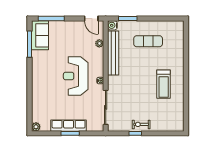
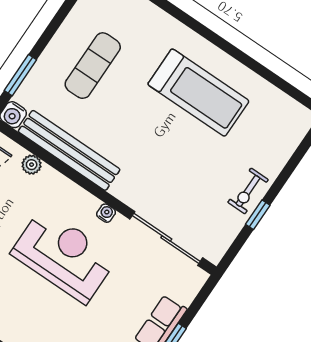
reception desk: (76, 76) -> (64, 256), turned 180
treadmill: (164, 84) -> (198, 93), width x1.37, depth x1.38

